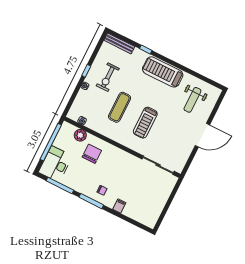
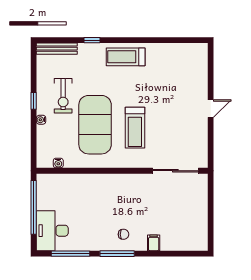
treadmill: (163, 72) -> (126, 57), width x0.73, depth x0.73
weight bench: (192, 100) -> (178, 72), removed
exercise mat: (120, 107) -> (95, 125), width x2.00, depth x1.45
plant: (80, 135) -> (65, 181), removed
door: (202, 135) -> (211, 109), width x0.53
chair: (92, 154) -> (90, 197), removed

